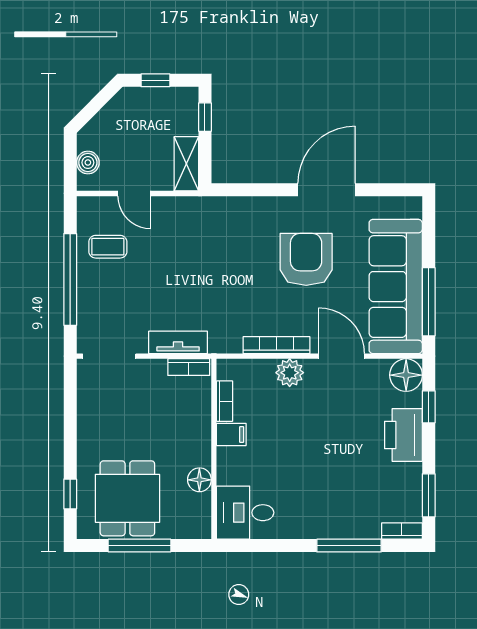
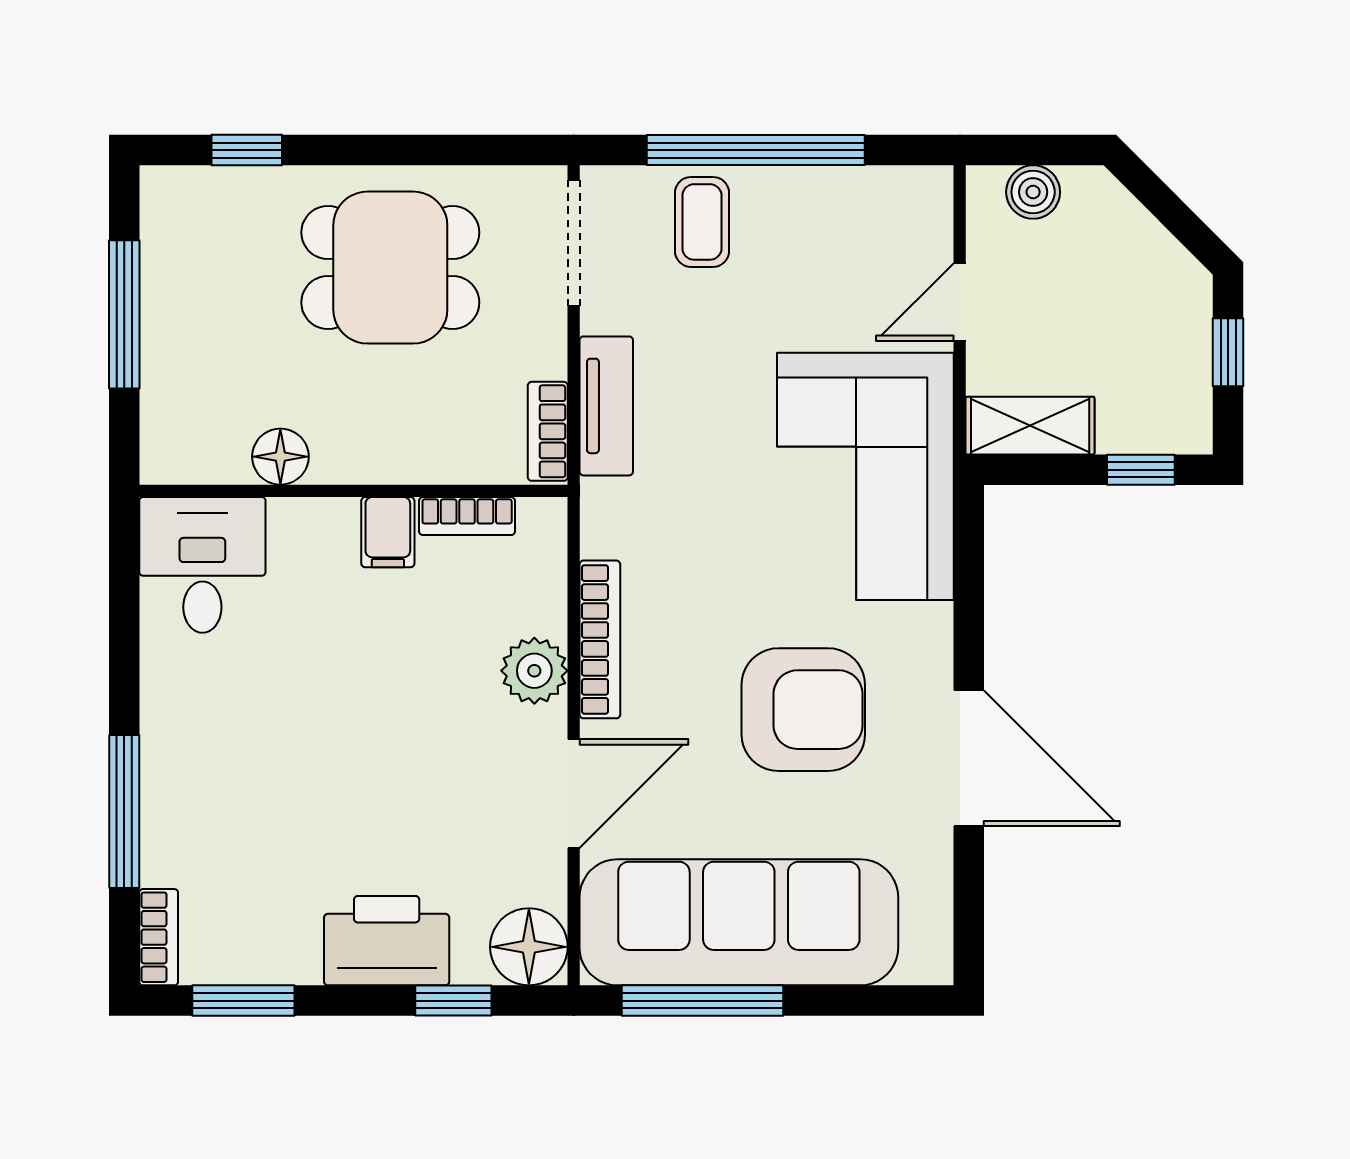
corner sofa: (208, 233) -> (865, 476), added
coffee table: (108, 247) -> (702, 222), moved
dining table: (127, 498) -> (390, 268), moved

